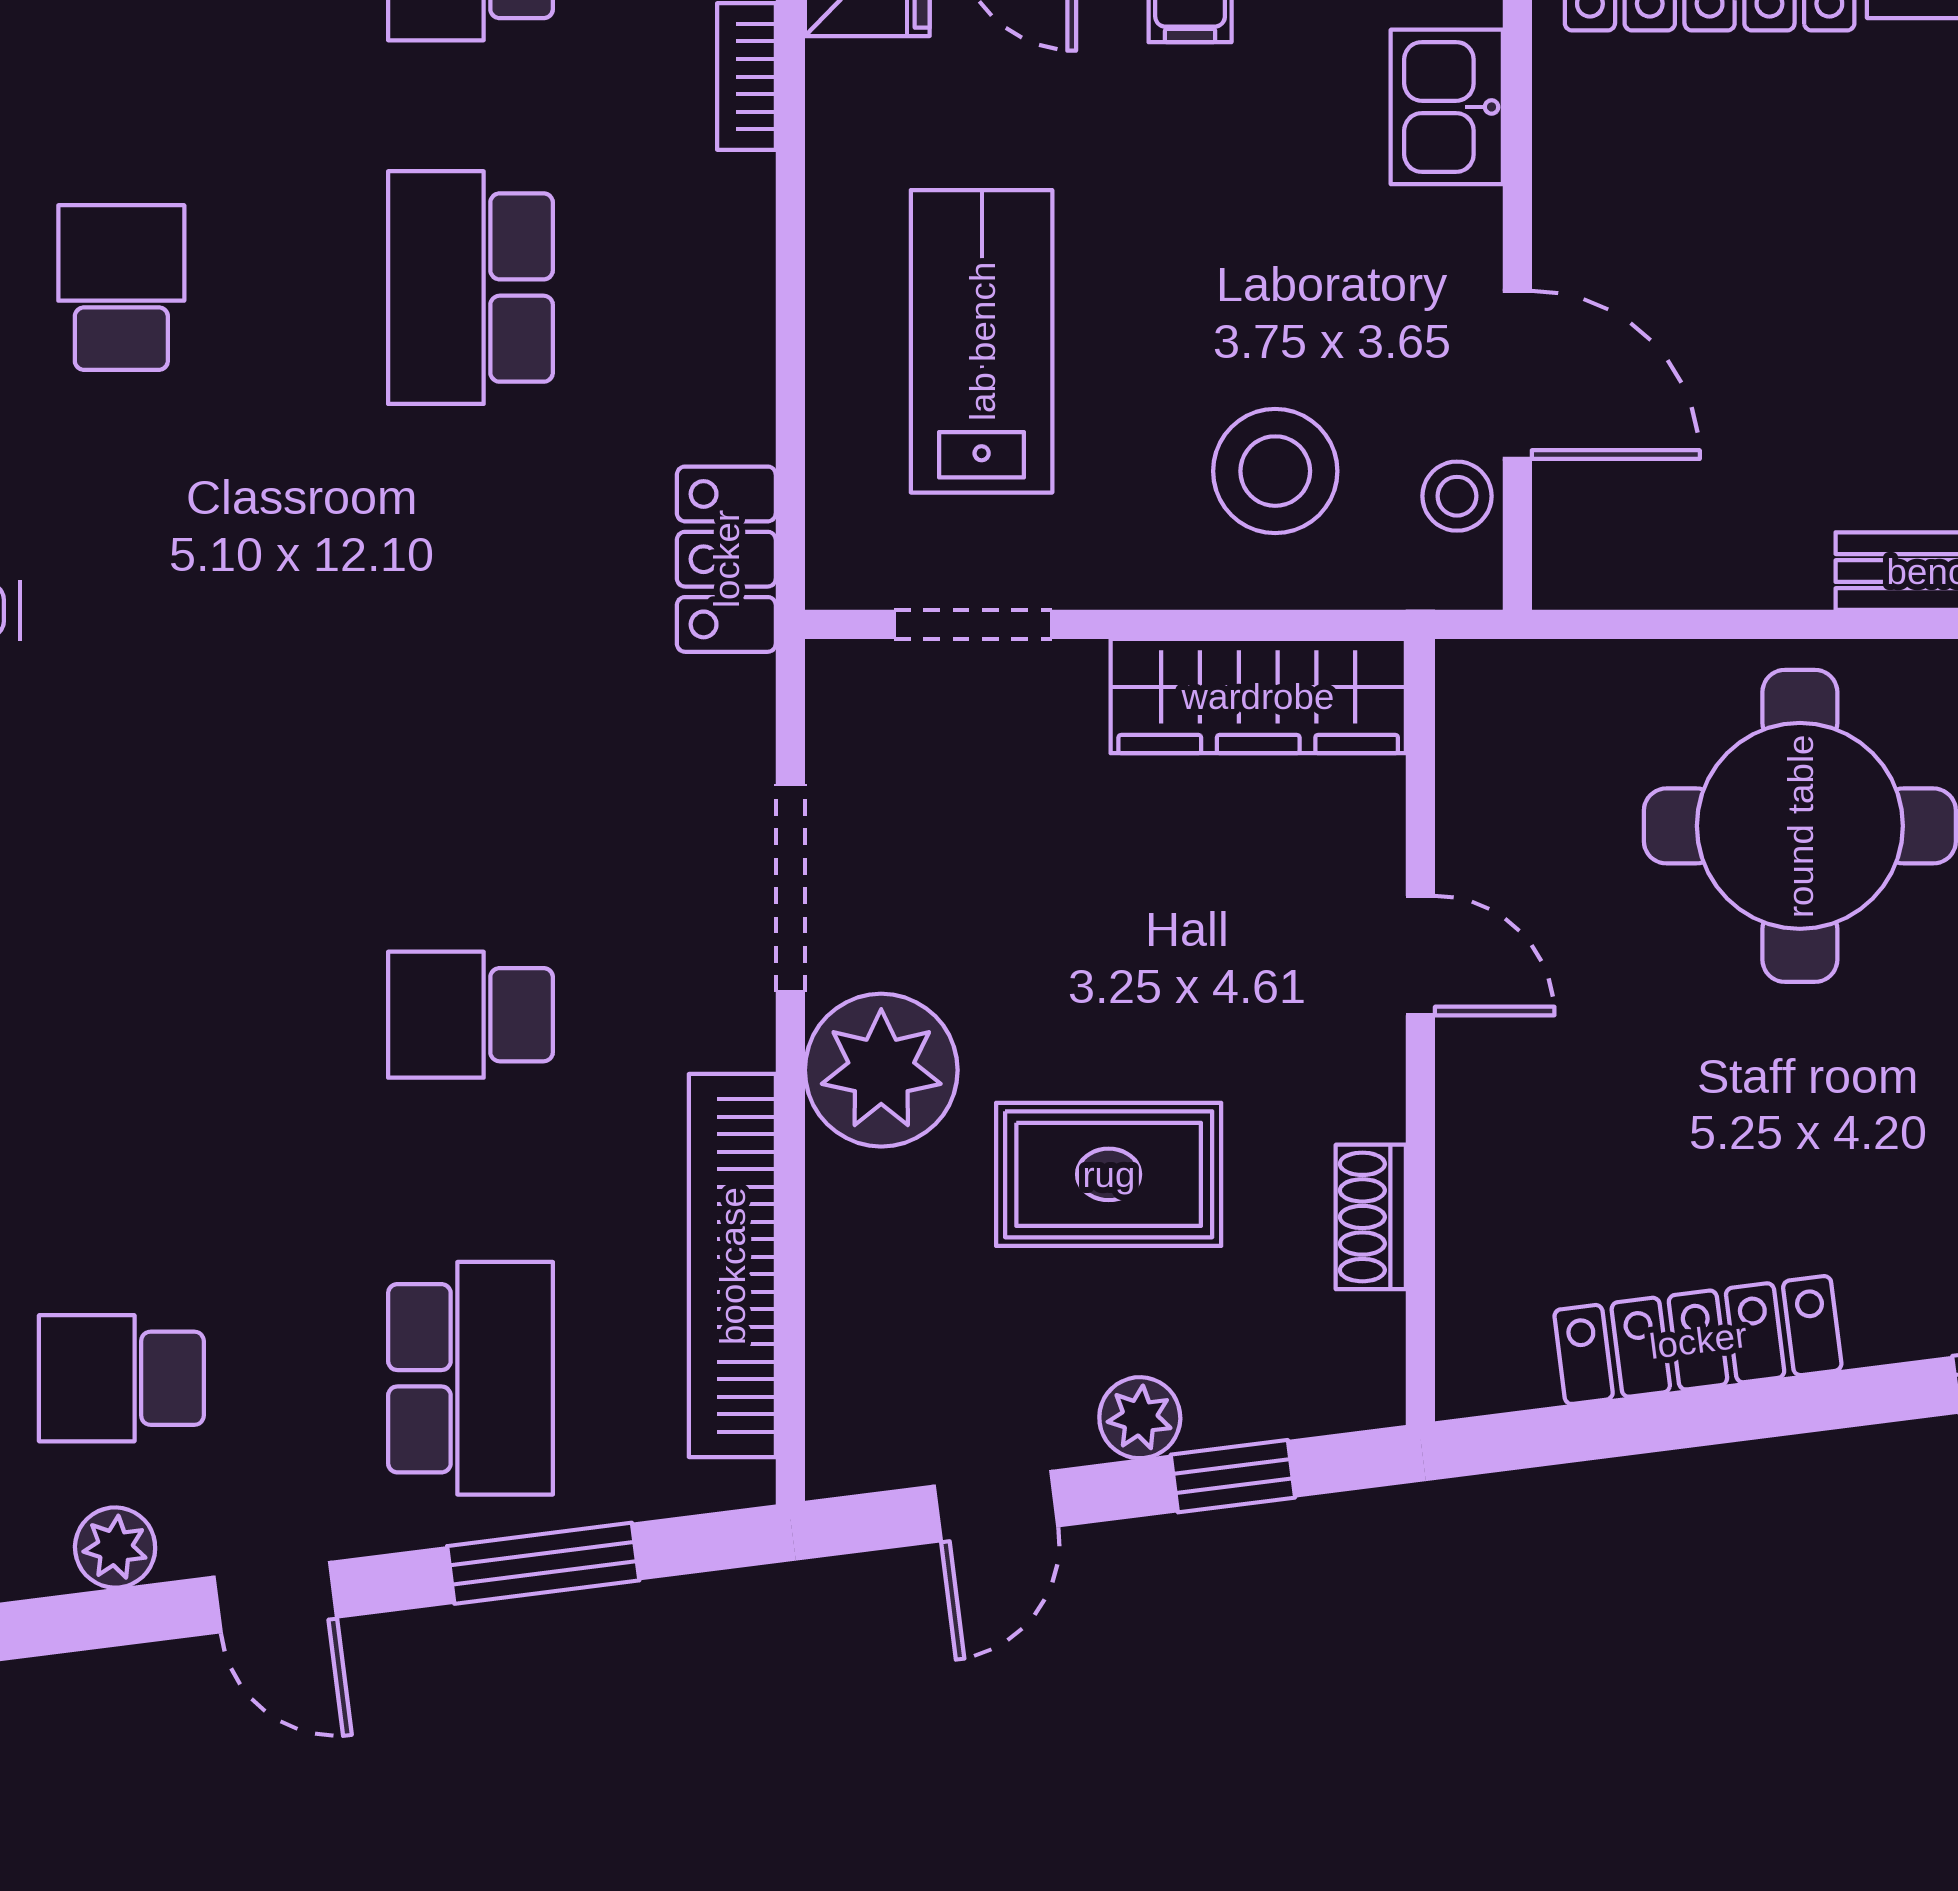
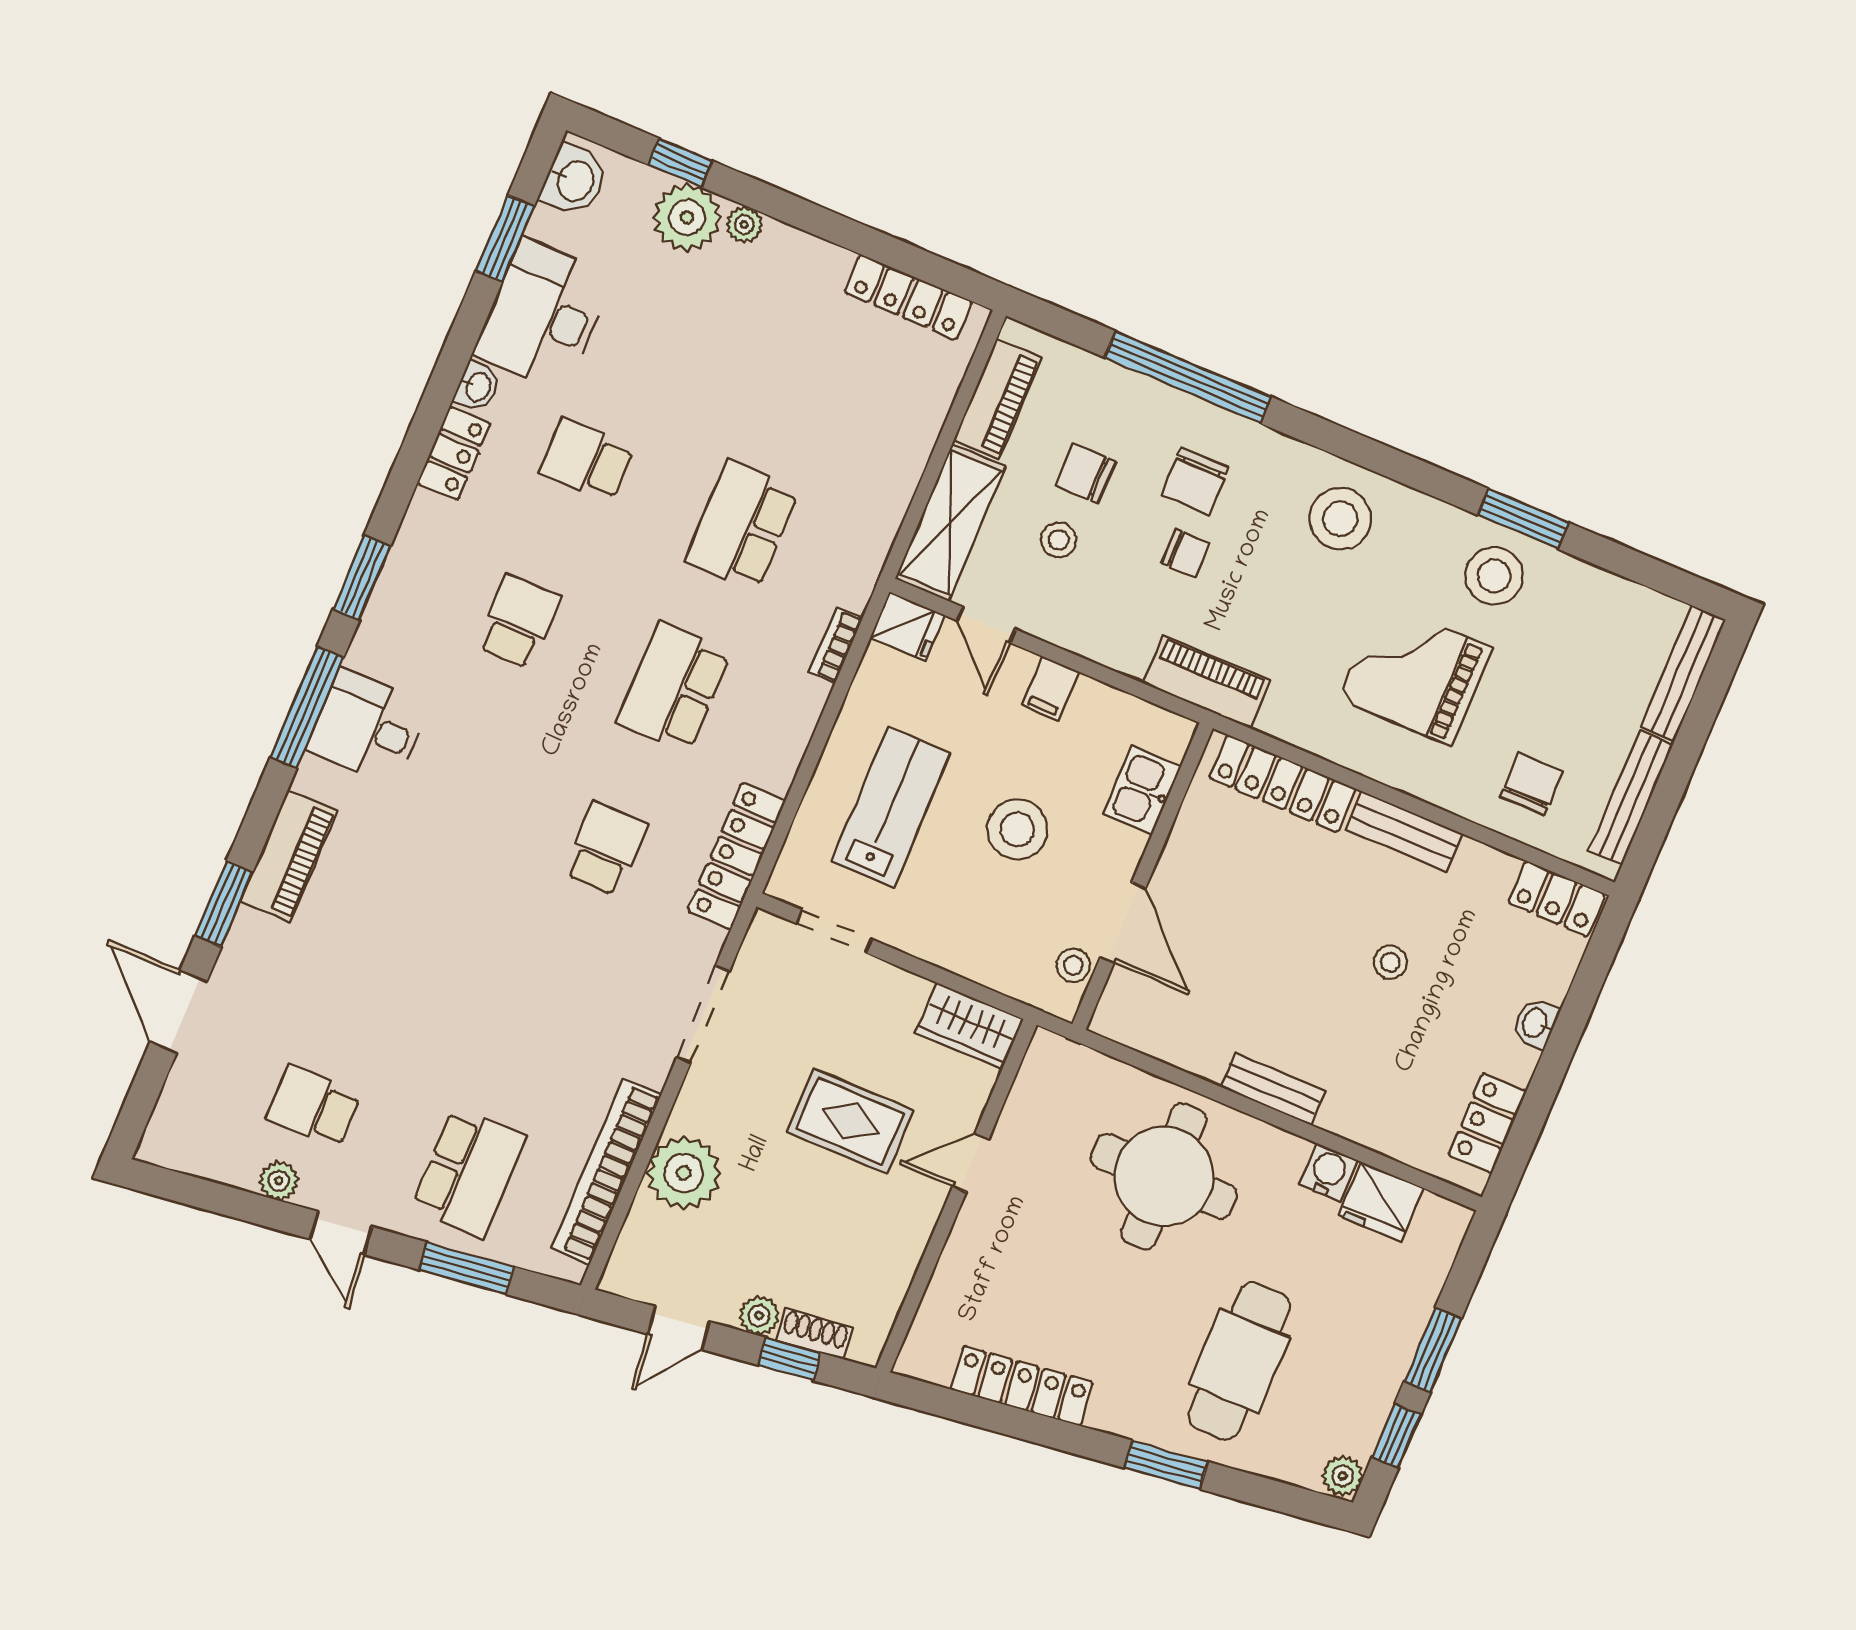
stool: (1275, 471) -> (1017, 829), moved
locker: (726, 559) -> (737, 856), width x1.53
wardrobe: (1258, 696) -> (969, 1026), width x0.67
door: (1420, 956) -> (971, 1163), swing flipped
school desk: (471, 1015) -> (605, 849), moved, turned 90
plant: (881, 1070) -> (684, 1173), moved
rug: (1109, 1174) -> (850, 1121), moved
shoe rack: (1371, 1217) -> (814, 1334), moved, turned 83

